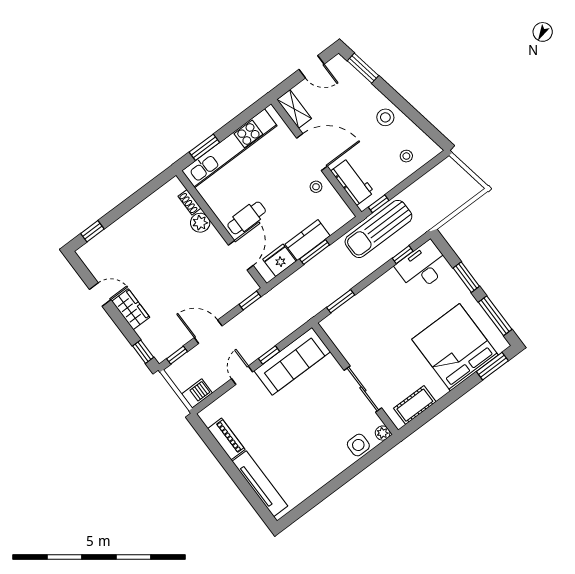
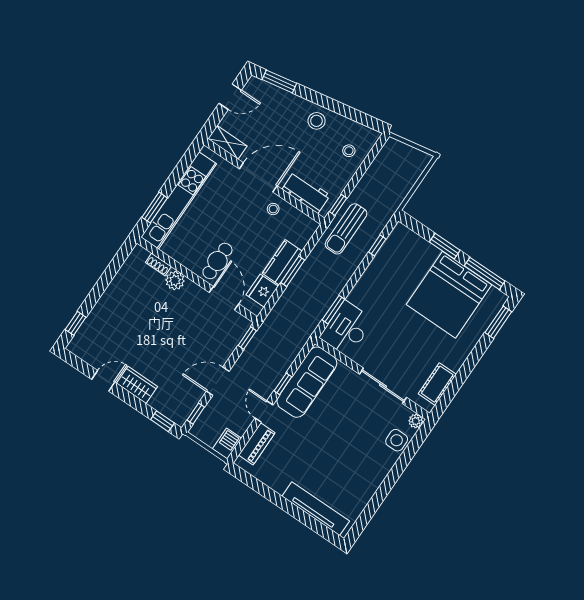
sun lounger: (378, 229) -> (346, 229), width x0.73, depth x0.75
desk: (423, 267) -> (347, 329), moved
bed: (455, 347) -> (449, 295), moved, turned -90
piano: (226, 439) -> (257, 444), moved, turned 90

